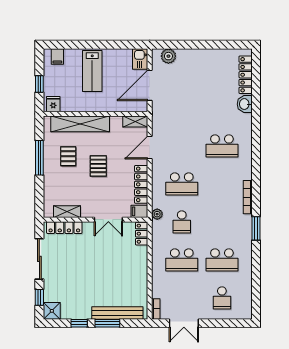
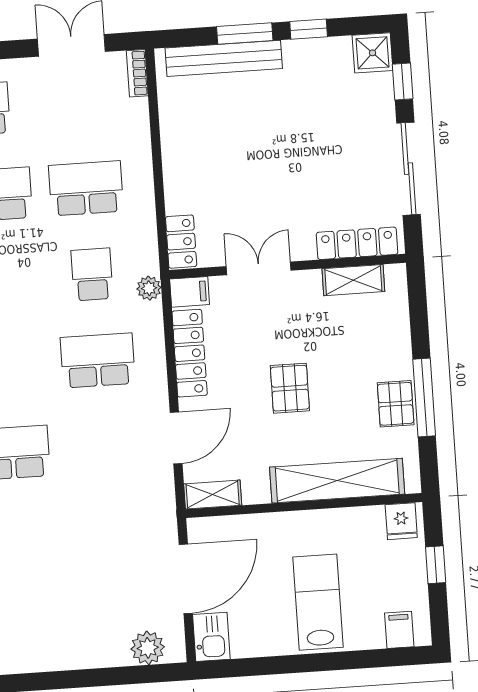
pallet: (68, 156) -> (396, 404), moved

